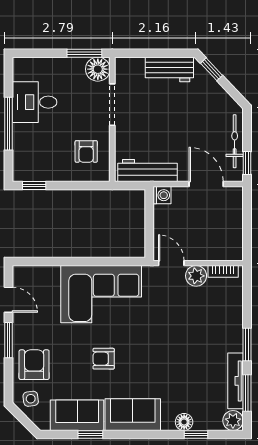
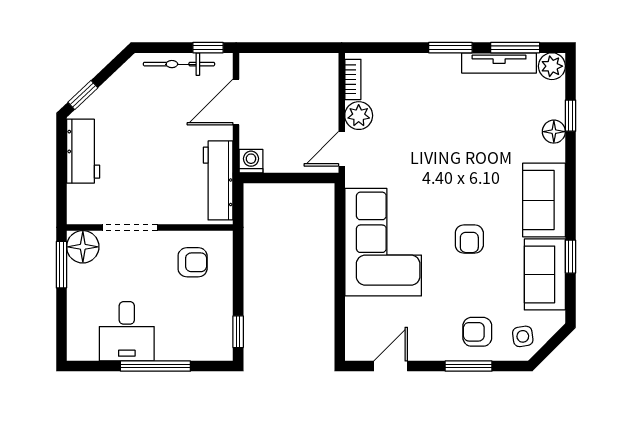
window: (8, 340) -> (469, 366), moved
armchair: (34, 365) -> (477, 332), width x0.72, depth x0.72

